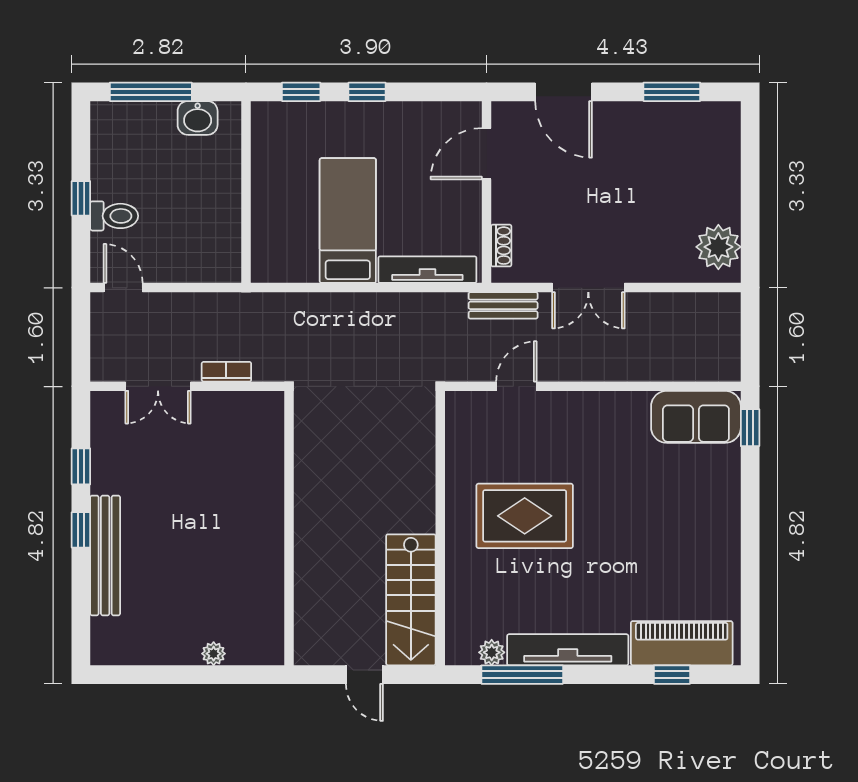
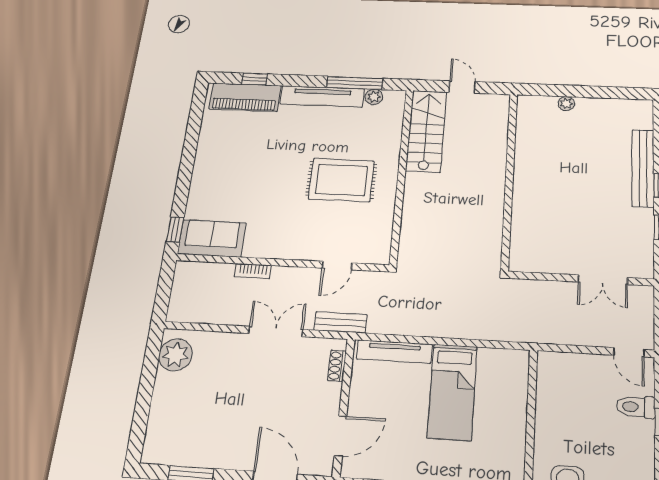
bookcase: (226, 372) -> (253, 271), moved
double door: (158, 386) -> (603, 280), swing flipped

